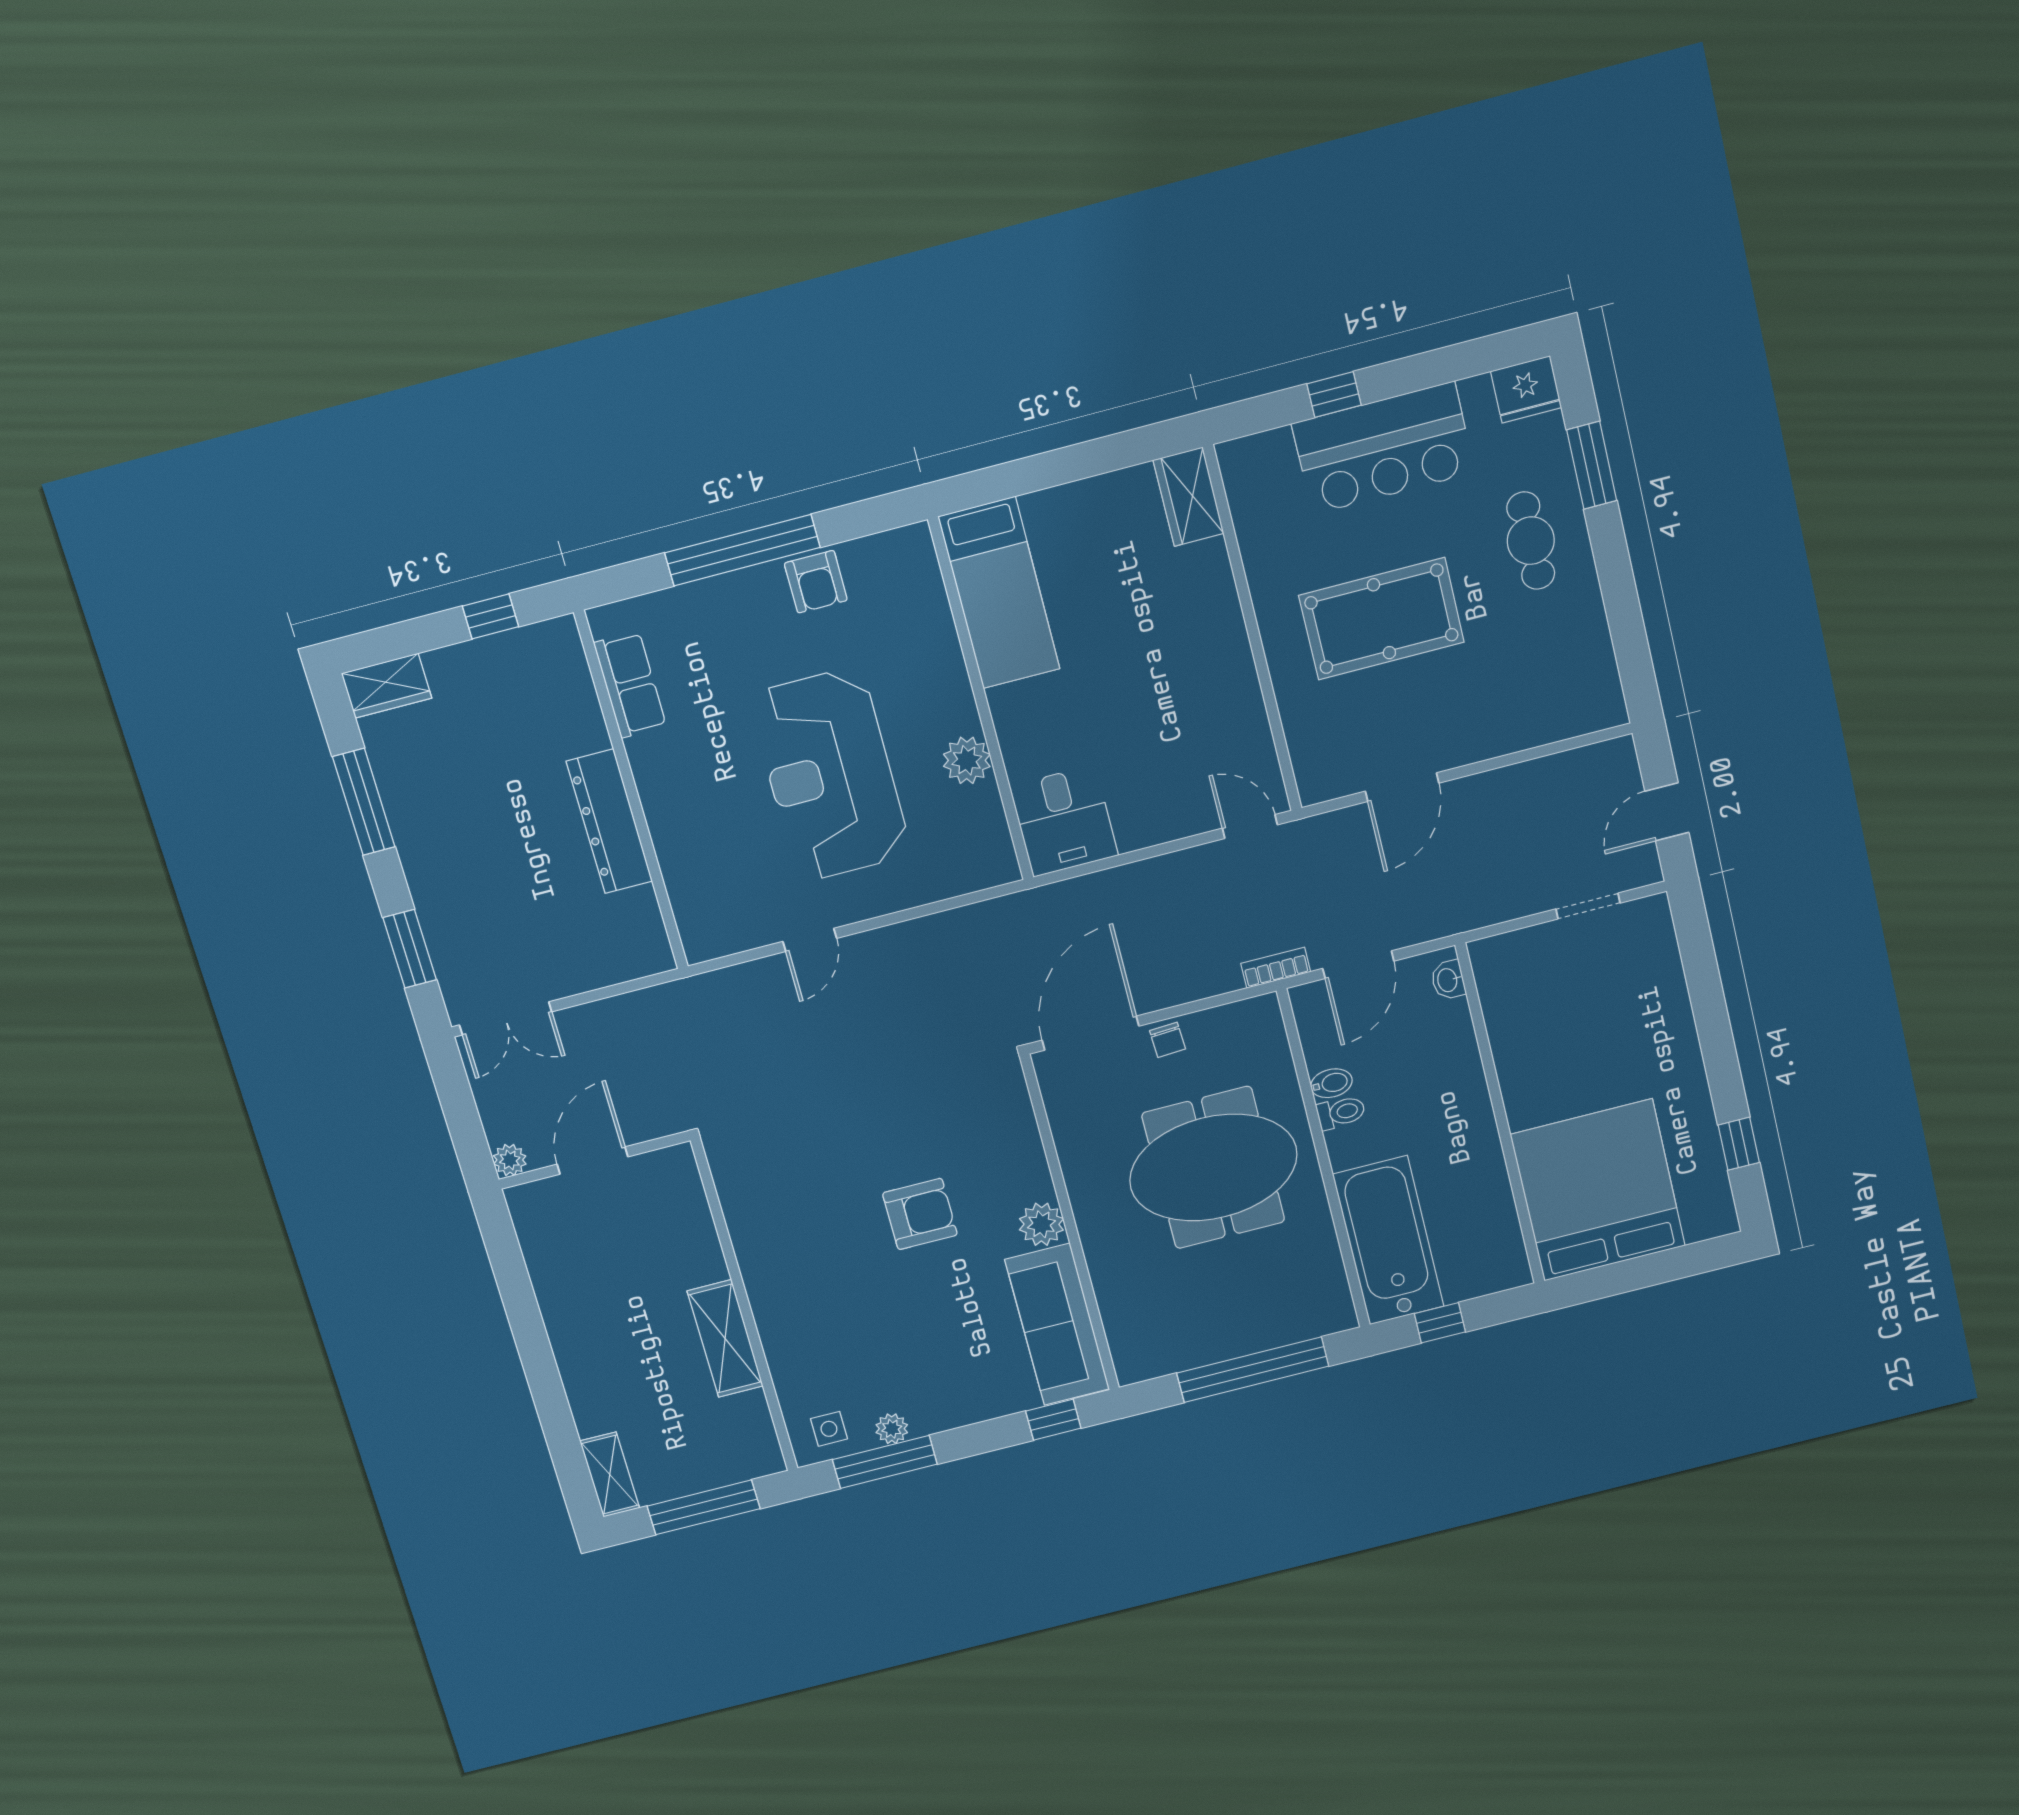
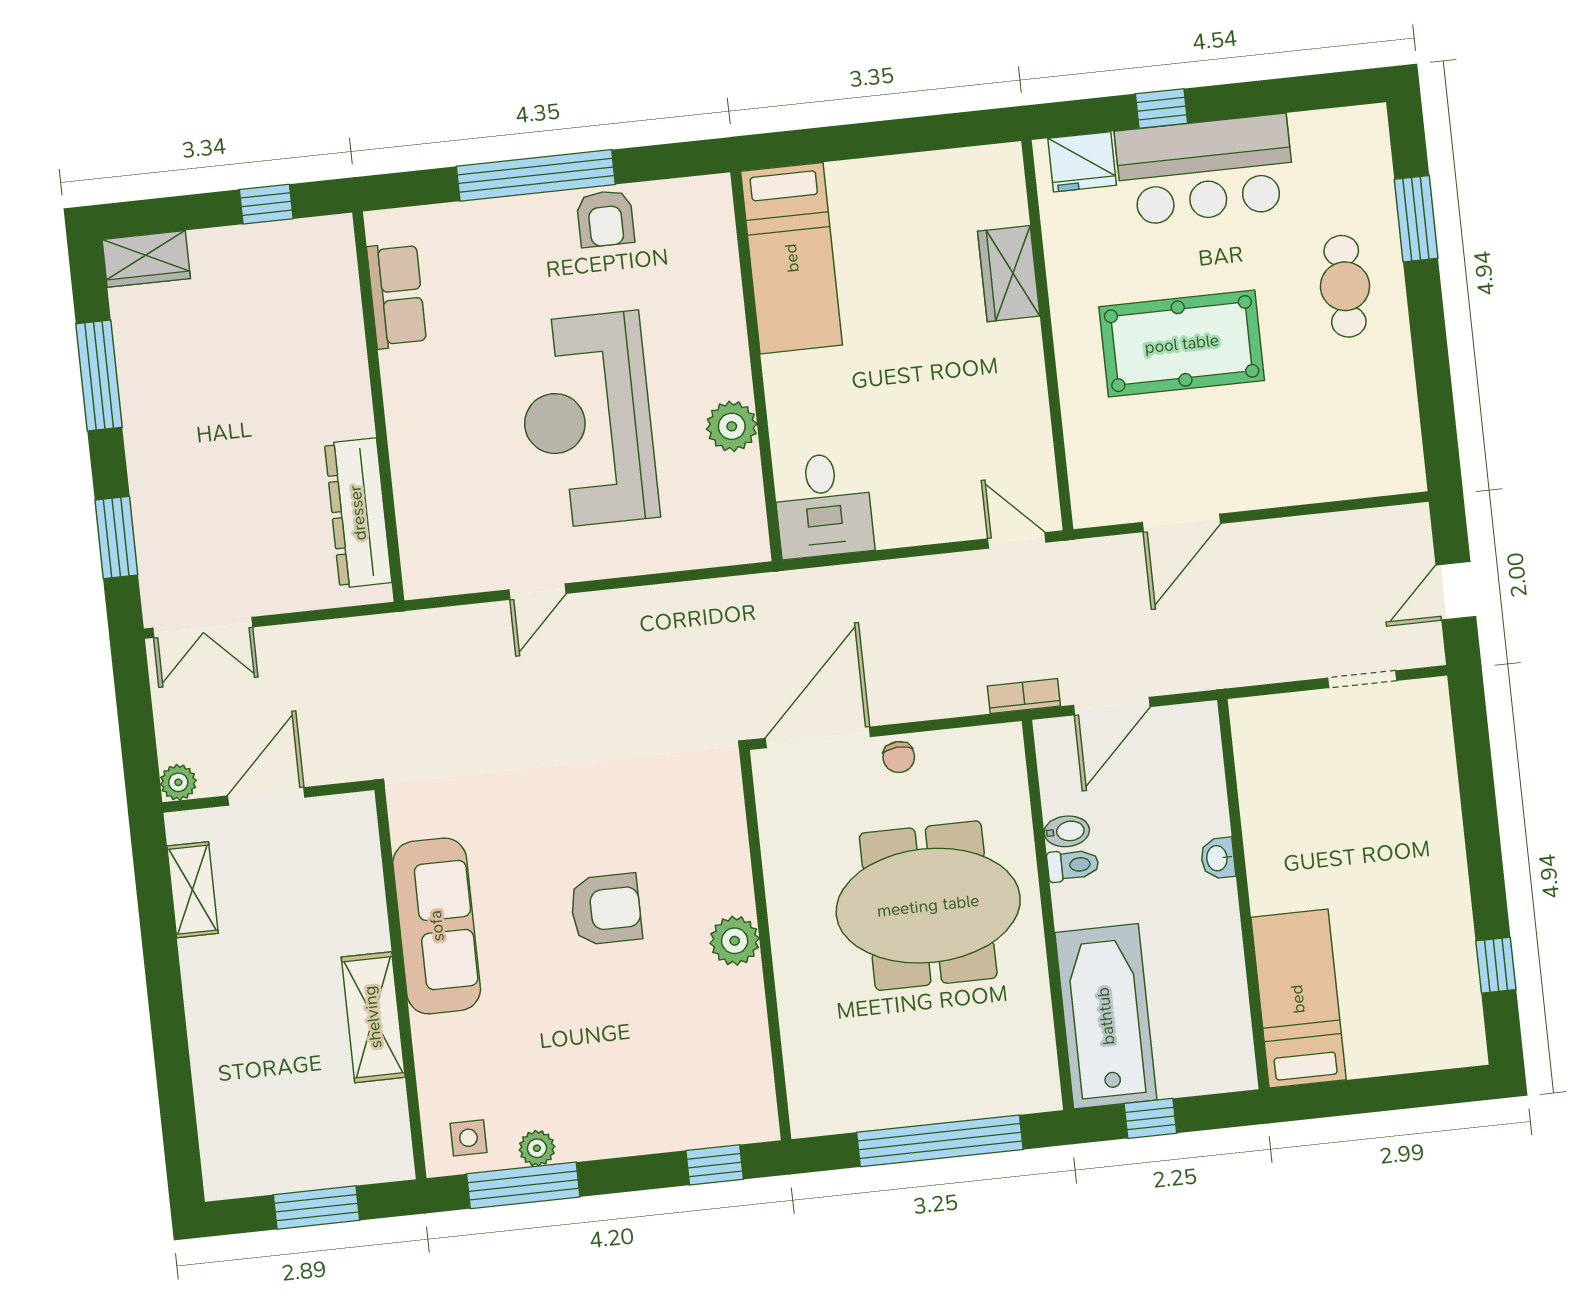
fridge: (1526, 389) -> (1082, 162), moved
wardrobe: (1189, 497) -> (1009, 274), moved
dresser: (609, 821) -> (358, 513), moved
washbasin: (1448, 980) -> (1218, 858), moved
bed: (1598, 1190) -> (1298, 999), width x0.49
sofa: (1057, 1324) -> (437, 926), moved, turned 180
shelving: (610, 1475) -> (193, 890), moved
window: (704, 1507) -> (316, 1208), width x0.69

